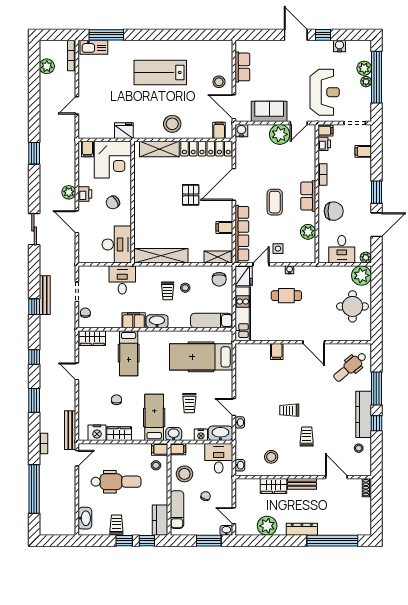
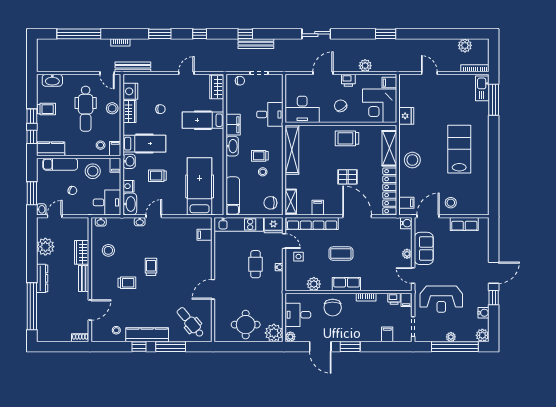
plant: (364, 68) -> (482, 335), moved
plant: (280, 134) -> (407, 254), width x0.53, depth x0.53
plant: (69, 192) -> (365, 66), moved
trolley: (148, 195) -> (347, 138), added
filing cabinet: (277, 352) -> (204, 235), moved
stool: (116, 453) -> (112, 108), added

